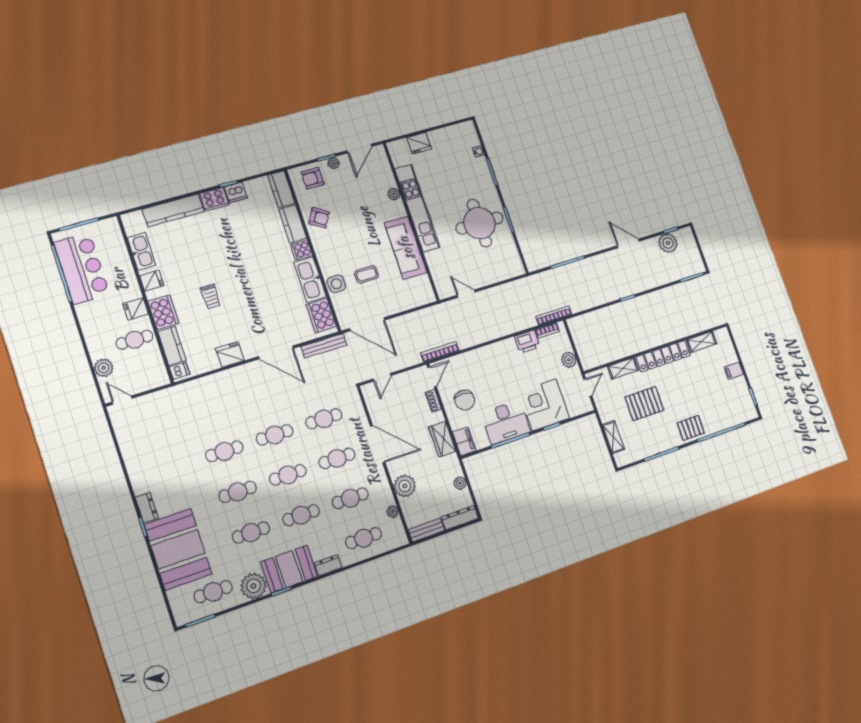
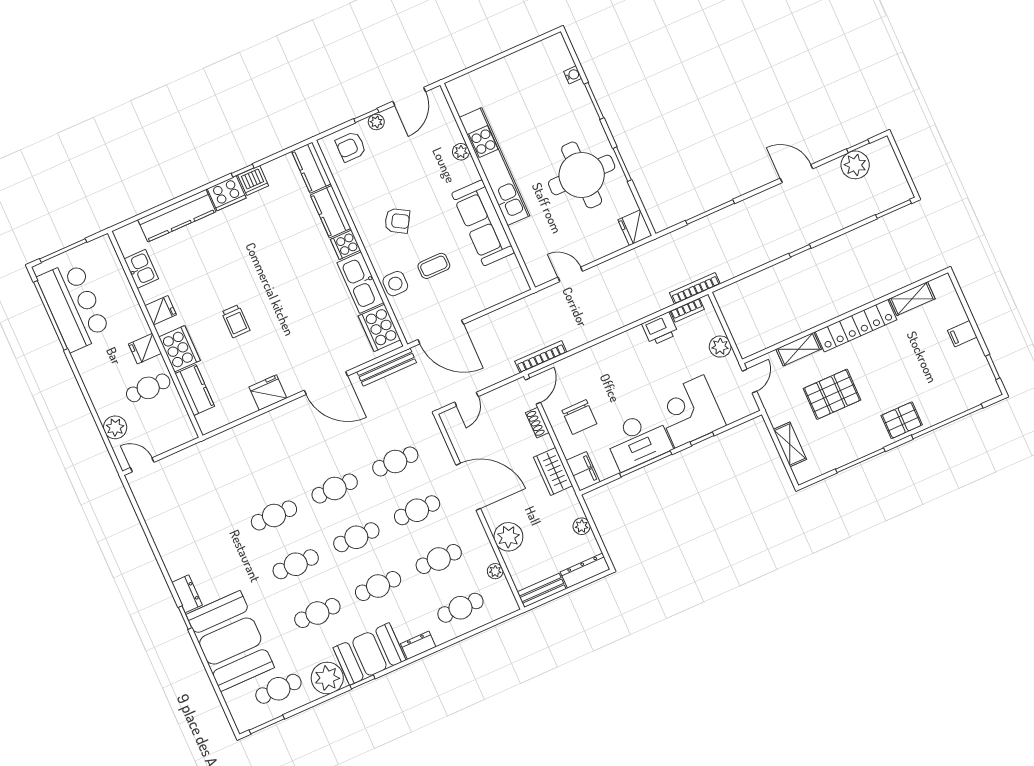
fridge: (419, 143) -> (635, 228), moved, turned 90
armchair: (319, 218) -> (397, 221), moved
kitchen sink: (141, 251) -> (141, 269), width x0.73
dishwasher: (179, 371) -> (208, 420), removed

